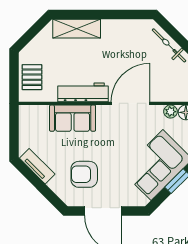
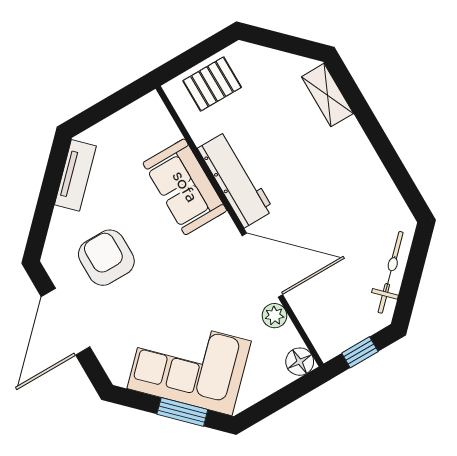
shelving: (77, 29) -> (327, 95), width x0.67, depth x0.75
plant: (170, 112) -> (274, 316), moved

